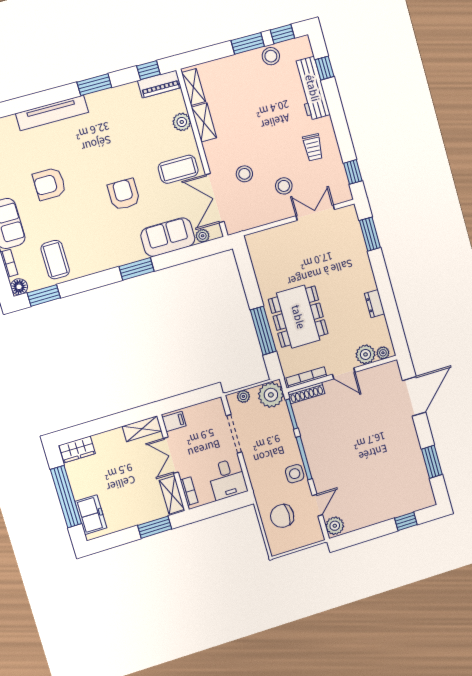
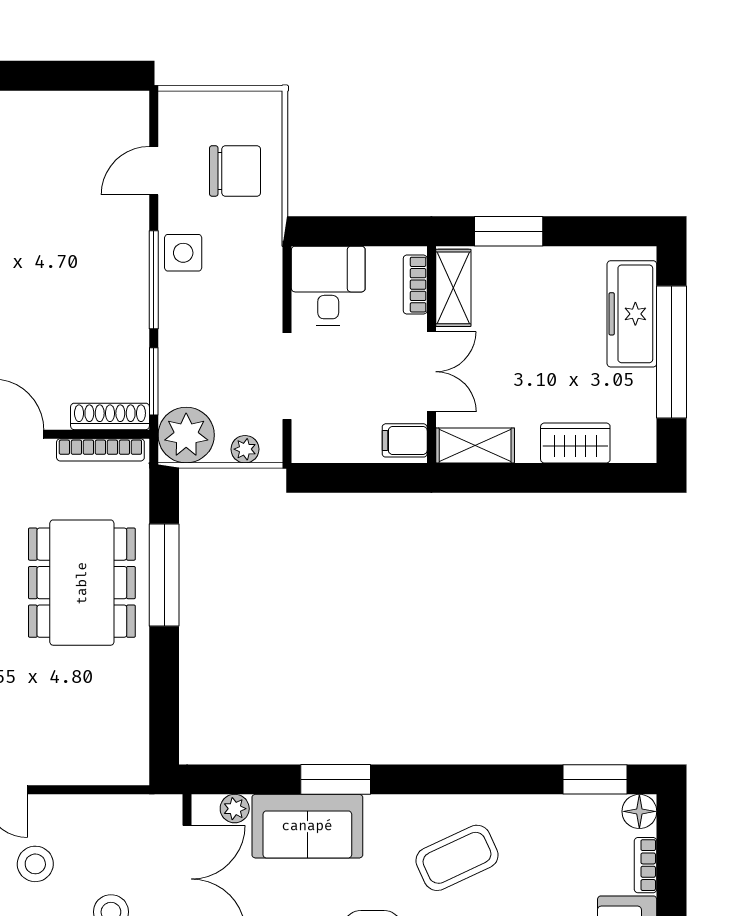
coffee table: (55, 260) -> (457, 858), moved, turned 65
window: (137, 269) -> (336, 779), moved
wardrobe: (77, 449) -> (575, 443), moved
freezer: (91, 515) -> (632, 314), width x1.40
plant: (335, 526) -> (129, 115), removed

